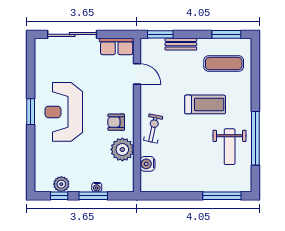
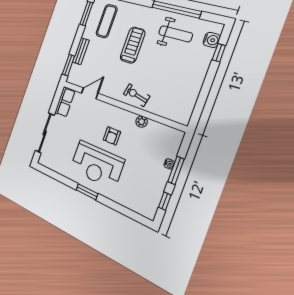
armchair: (116, 122) -> (112, 136), moved
plant: (122, 149) -> (142, 122), width x0.53, depth x0.53
water cooler: (147, 164) -> (212, 40), moved, turned -90
plant: (61, 184) -> (155, 194), removed
window: (222, 196) -> (219, 53), width x0.46

